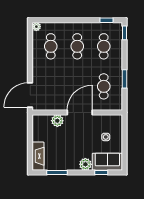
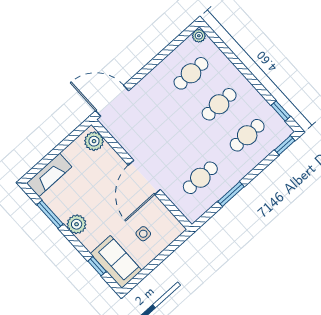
door: (80, 112) -> (144, 177), swing flipped
plant: (57, 121) -> (94, 141), moved
plant: (85, 164) -> (77, 224), moved

